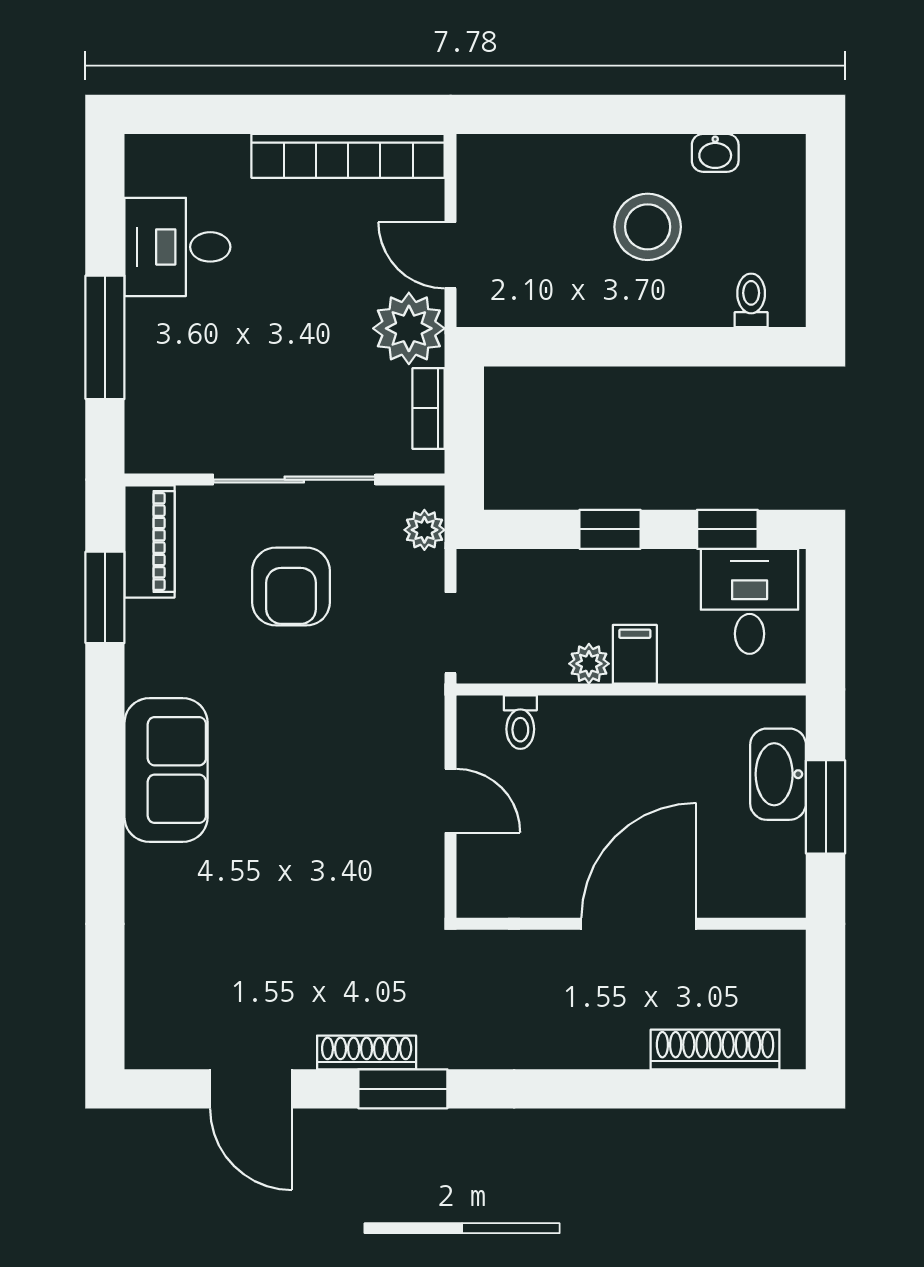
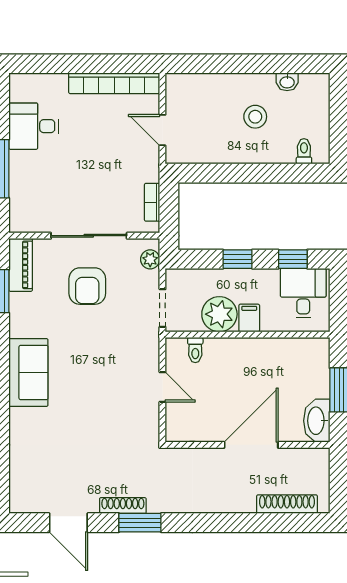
stool: (648, 227) -> (255, 117), width x0.73, depth x0.73
plant: (409, 328) -> (143, 165), removed
plant: (589, 664) -> (219, 314), width x1.88, depth x1.88
washbasin: (778, 774) -> (317, 421), moved

